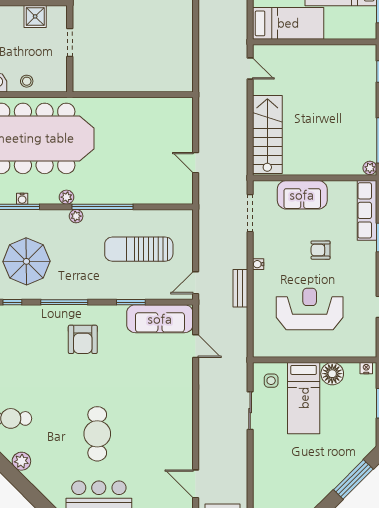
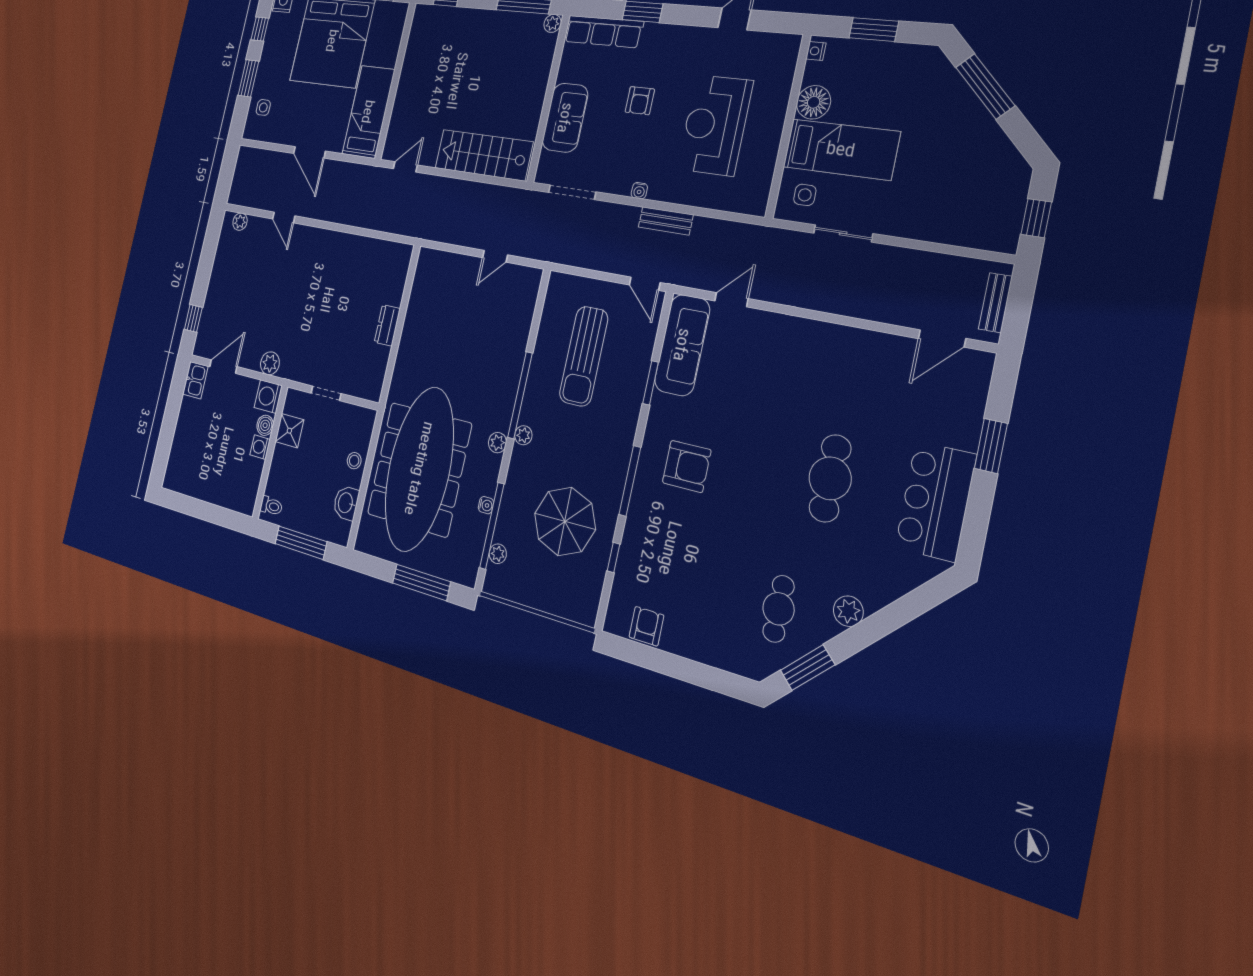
dresser: (130, 84) -> (387, 325), added
cafe table: (97, 434) -> (830, 478), turned 90

